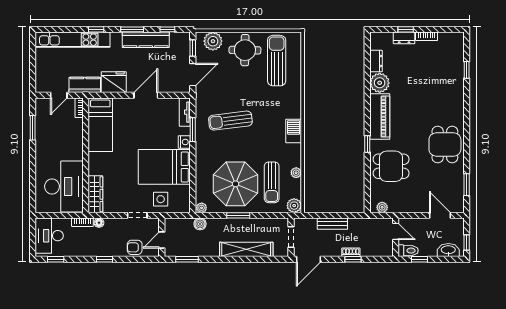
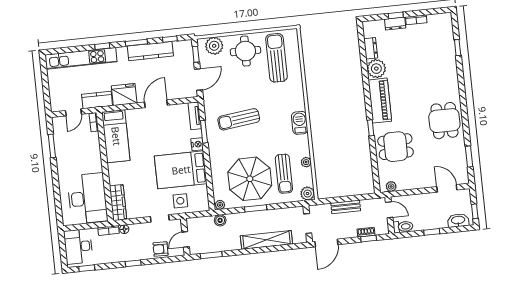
door: (396, 231) -> (389, 210), moved
wall: (396, 237) -> (390, 215), moved
toilet: (408, 251) -> (403, 227), moved

